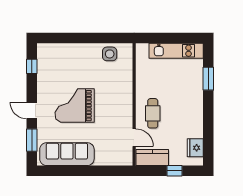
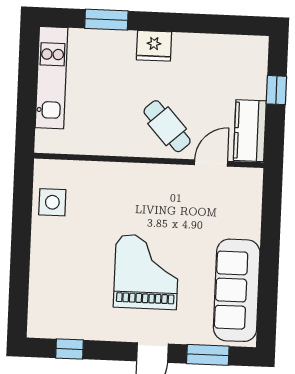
grand piano: (75, 106) -> (146, 272), turned 180
cafe table: (153, 113) -> (167, 126), turned 48
fridge: (195, 148) -> (154, 46), moved

